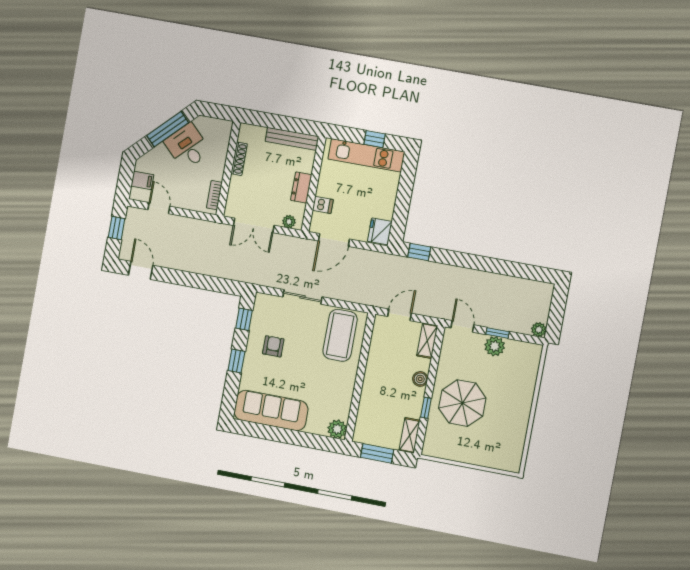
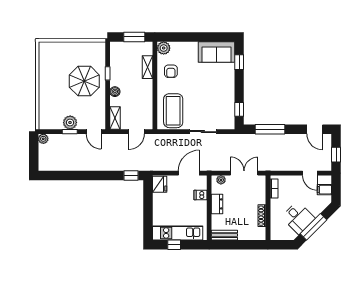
bench: (292, 139) -> (224, 235), width x0.73
window: (205, 282) -> (270, 129), added
armchair: (273, 346) -> (171, 71), moved
window: (236, 361) -> (239, 62), moved
sofa: (271, 411) -> (216, 52), width x0.73
shelving: (410, 435) -> (147, 67), moved

